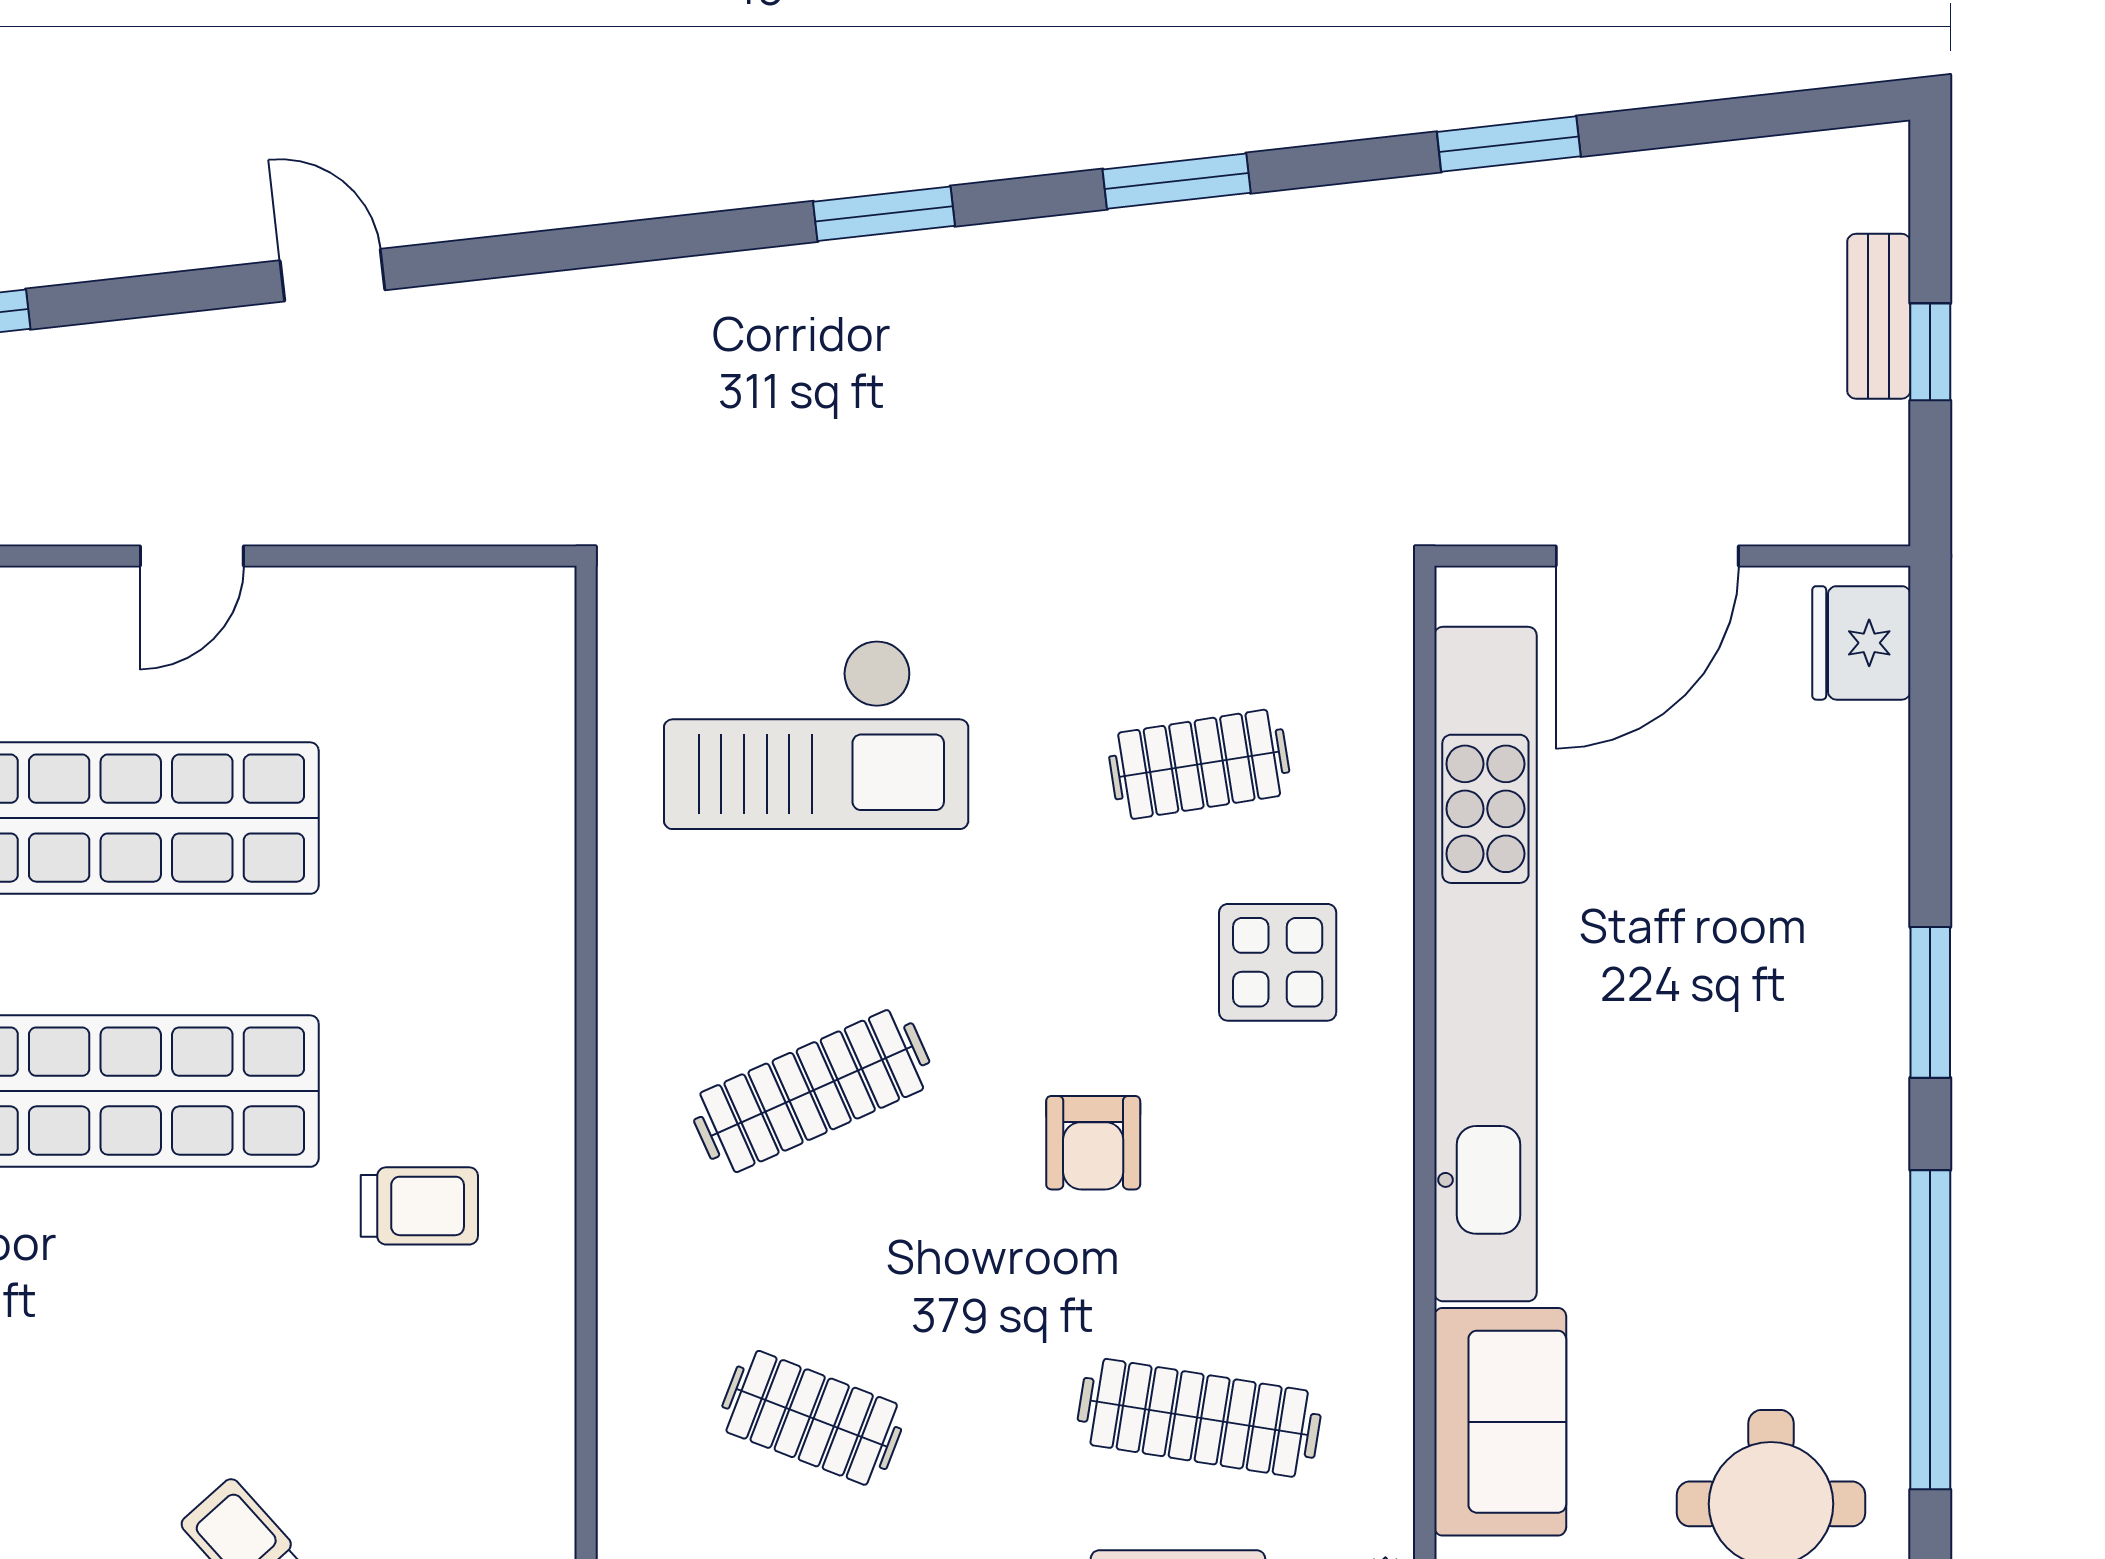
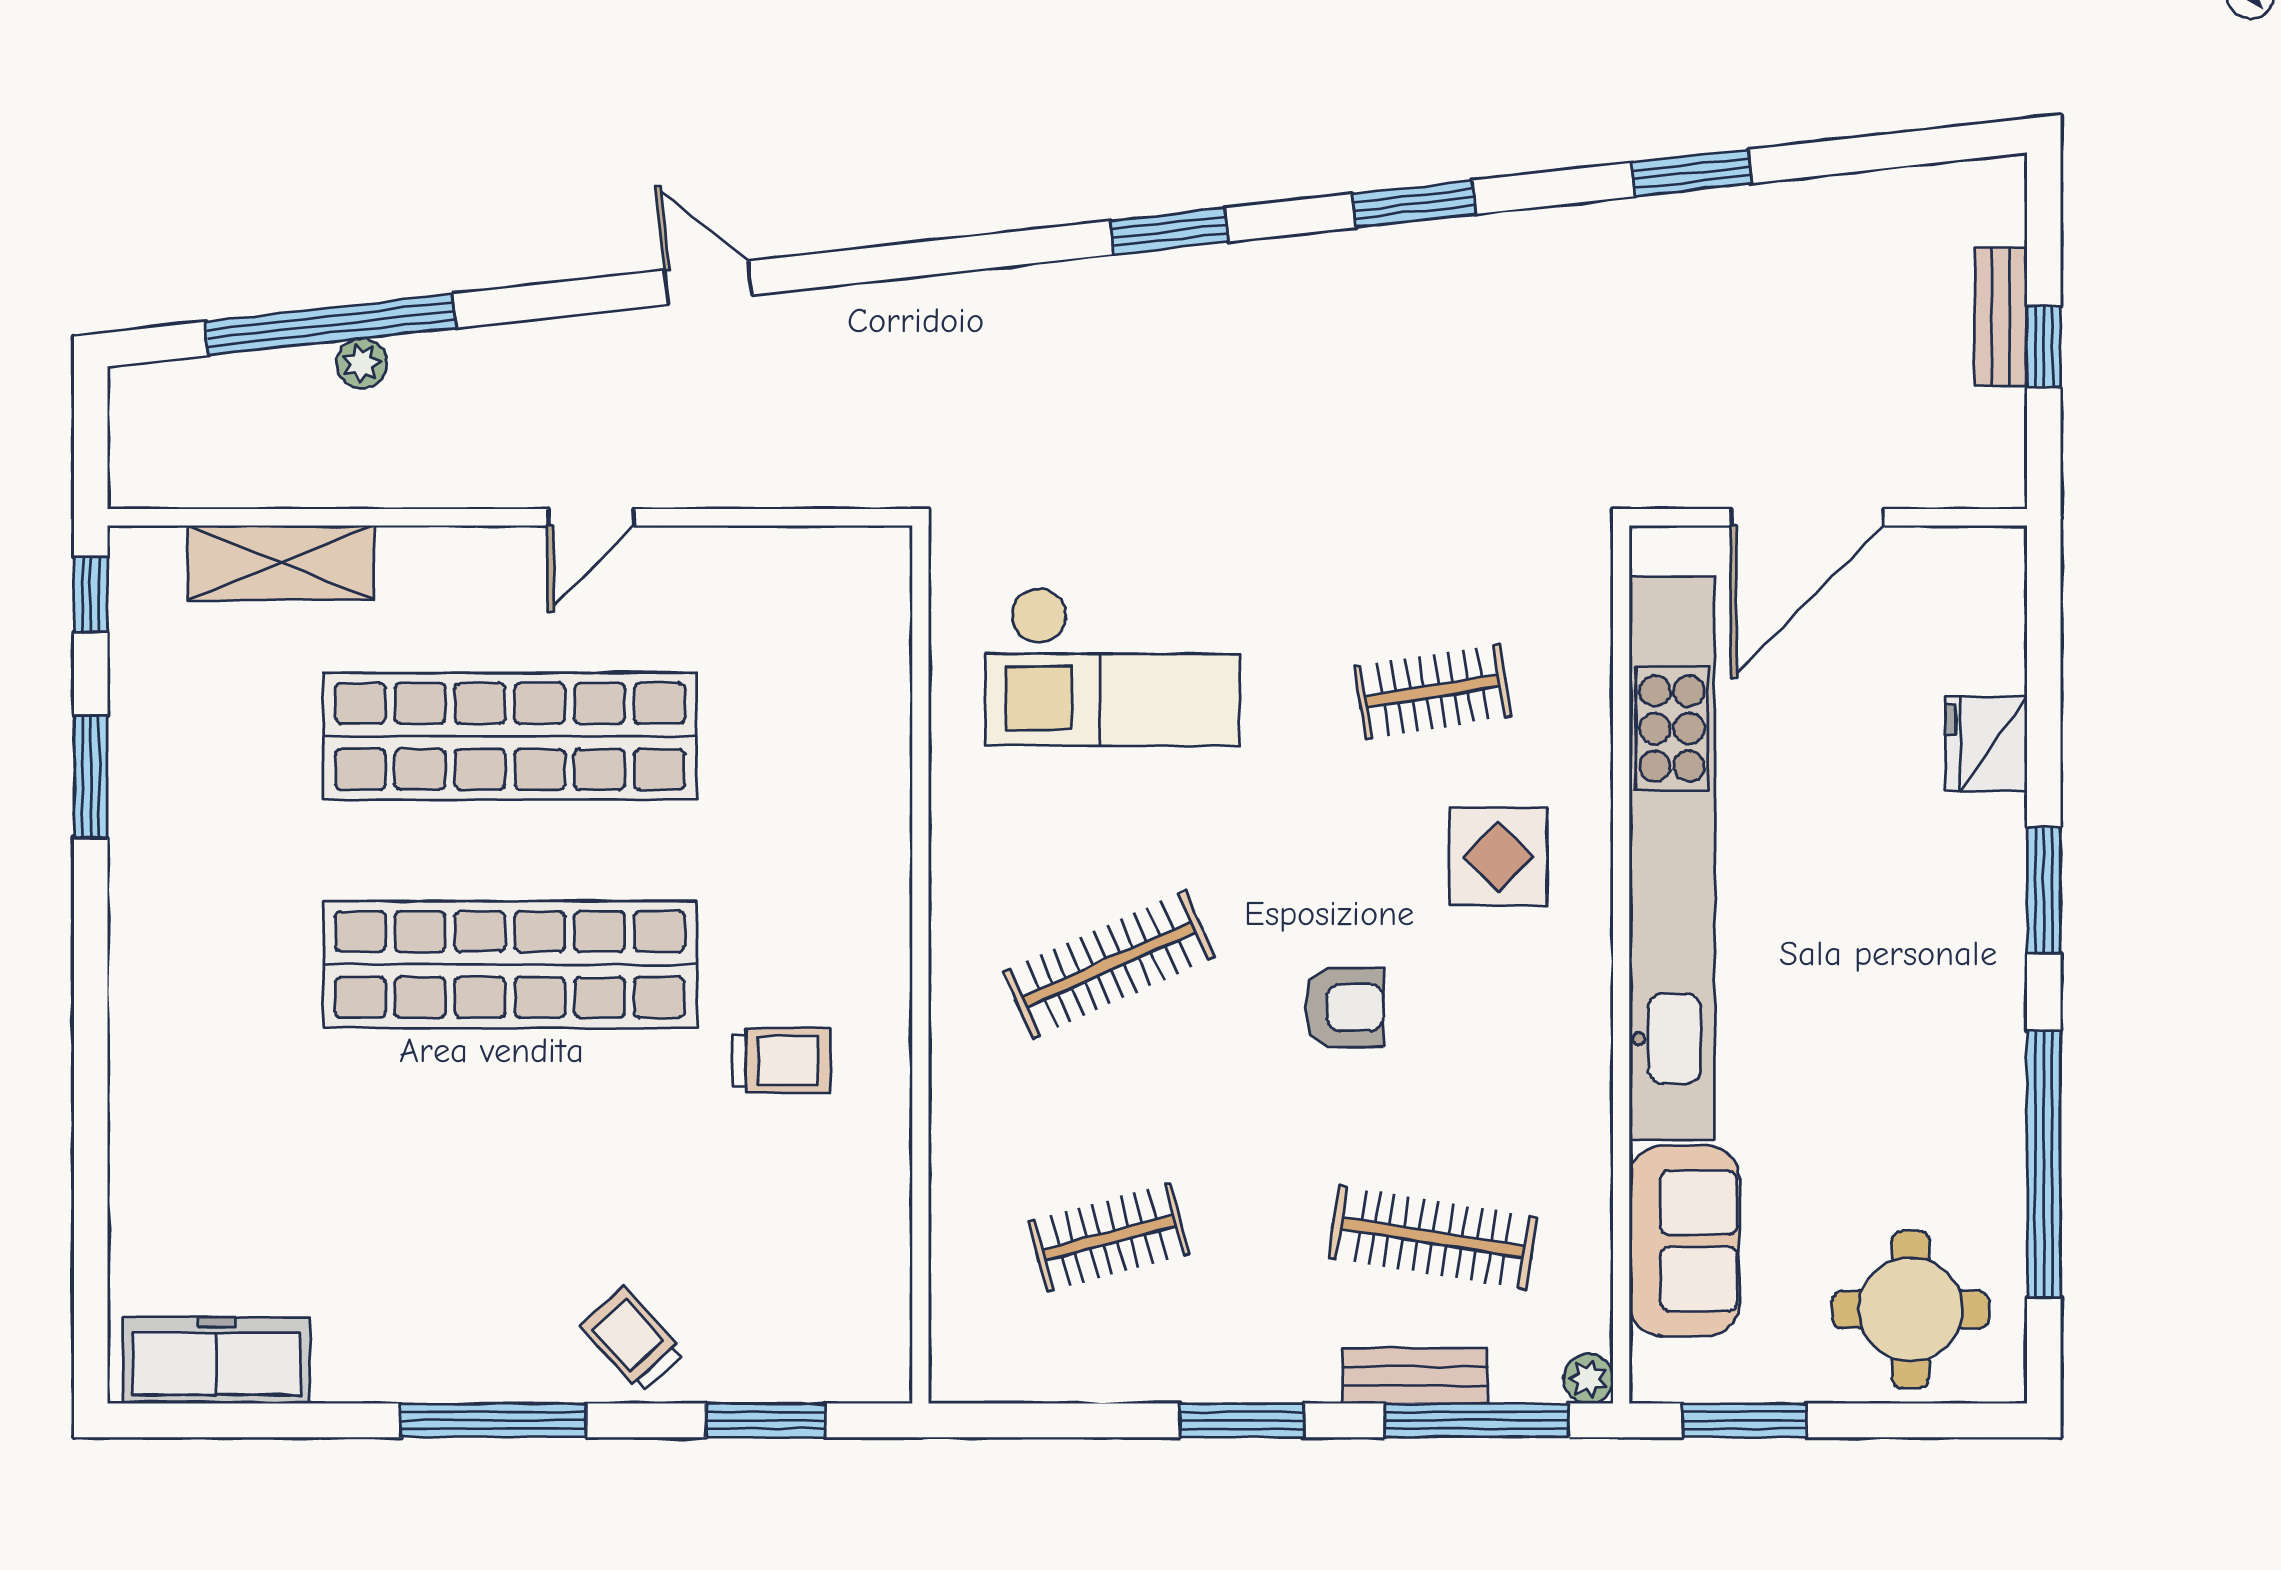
fridge: (1861, 643) -> (1986, 744), moved
armchair: (1093, 1143) -> (1344, 1008), turned -90
clothes rail: (812, 1418) -> (1109, 1238), turned -36

